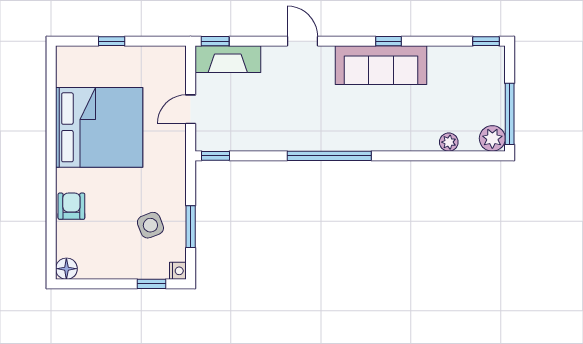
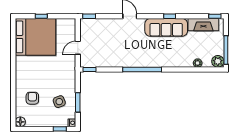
fireplace: (228, 59) -> (203, 25), moved
bed: (99, 127) -> (35, 37), moved
armchair: (71, 206) -> (32, 98), moved

